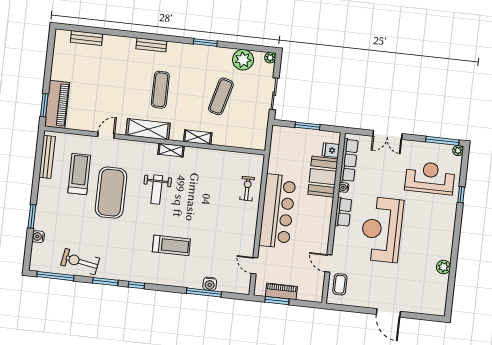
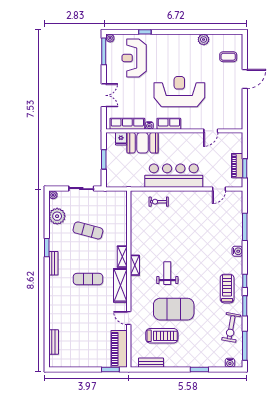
bench: (151, 45) -> (53, 263), moved
piano: (57, 104) -> (119, 349), moved, turned -90
shelving: (198, 137) -> (122, 257), moved
bench: (47, 157) -> (151, 363), width x0.73
treadmill: (79, 174) -> (162, 336), turned 180
weight bench: (157, 190) -> (167, 273), turned -90
reception desk: (382, 230) -> (179, 92), turned 180
water cooler: (38, 237) -> (230, 363), moved
treadmill: (171, 245) -> (227, 289), moved
water cooler: (210, 284) -> (237, 251), moved
coffee table: (340, 284) -> (228, 57), moved

